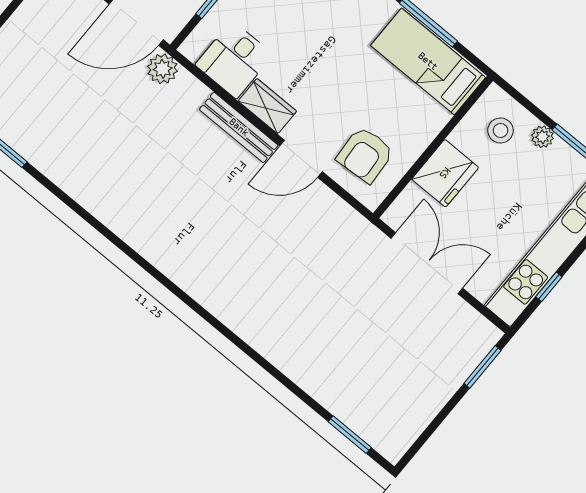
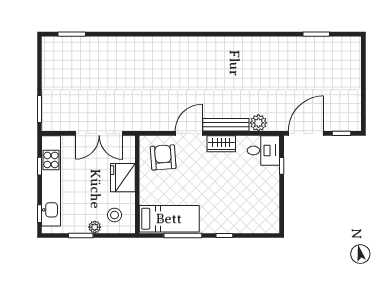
desk: (234, 60) -> (263, 150), moved, turned 90
plant: (163, 69) -> (258, 123), moved

